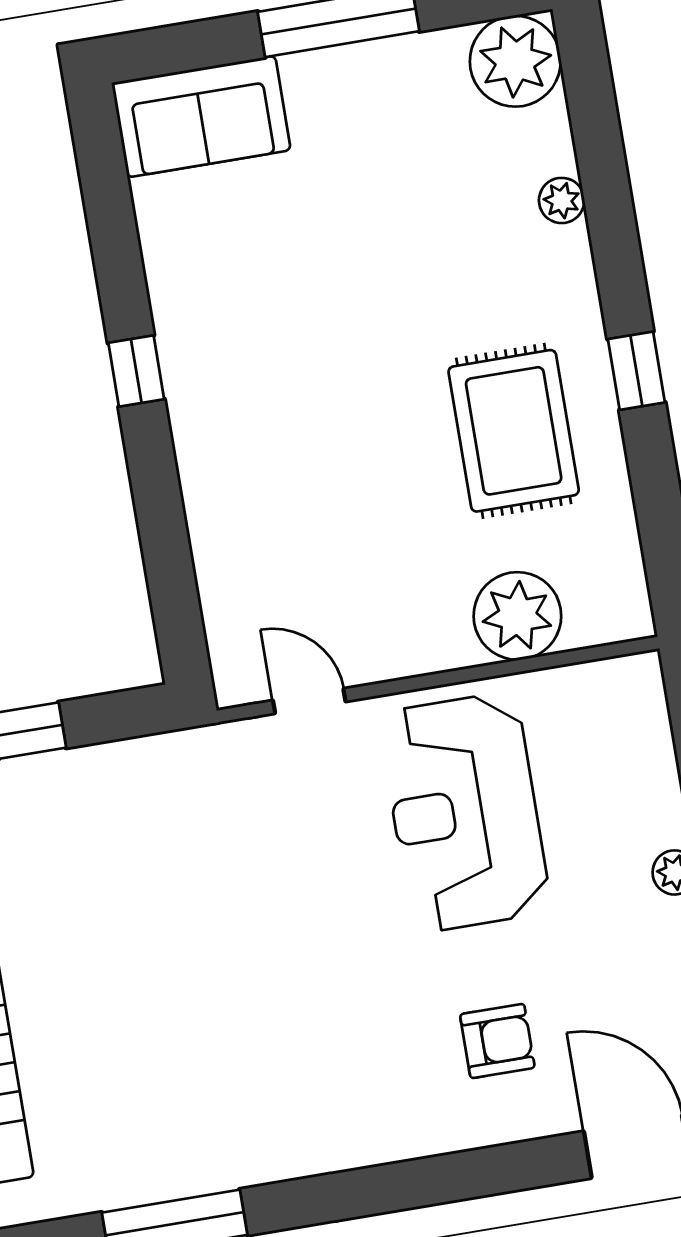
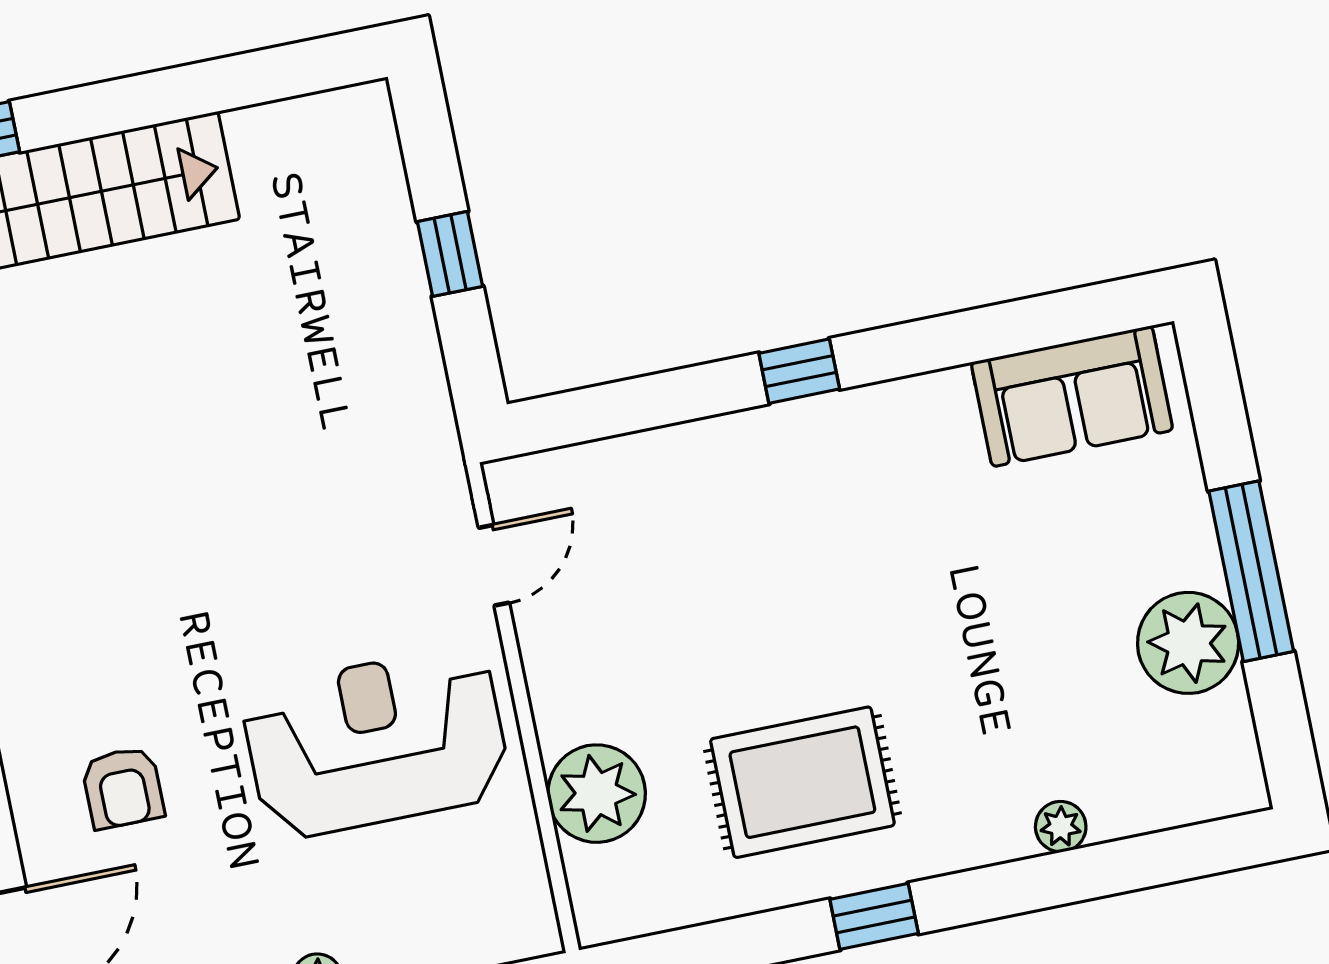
plant: (515, 61) -> (1188, 643), moved
sofa: (201, 116) -> (1072, 396), moved, turned -90
window: (136, 371) -> (799, 371), moved

